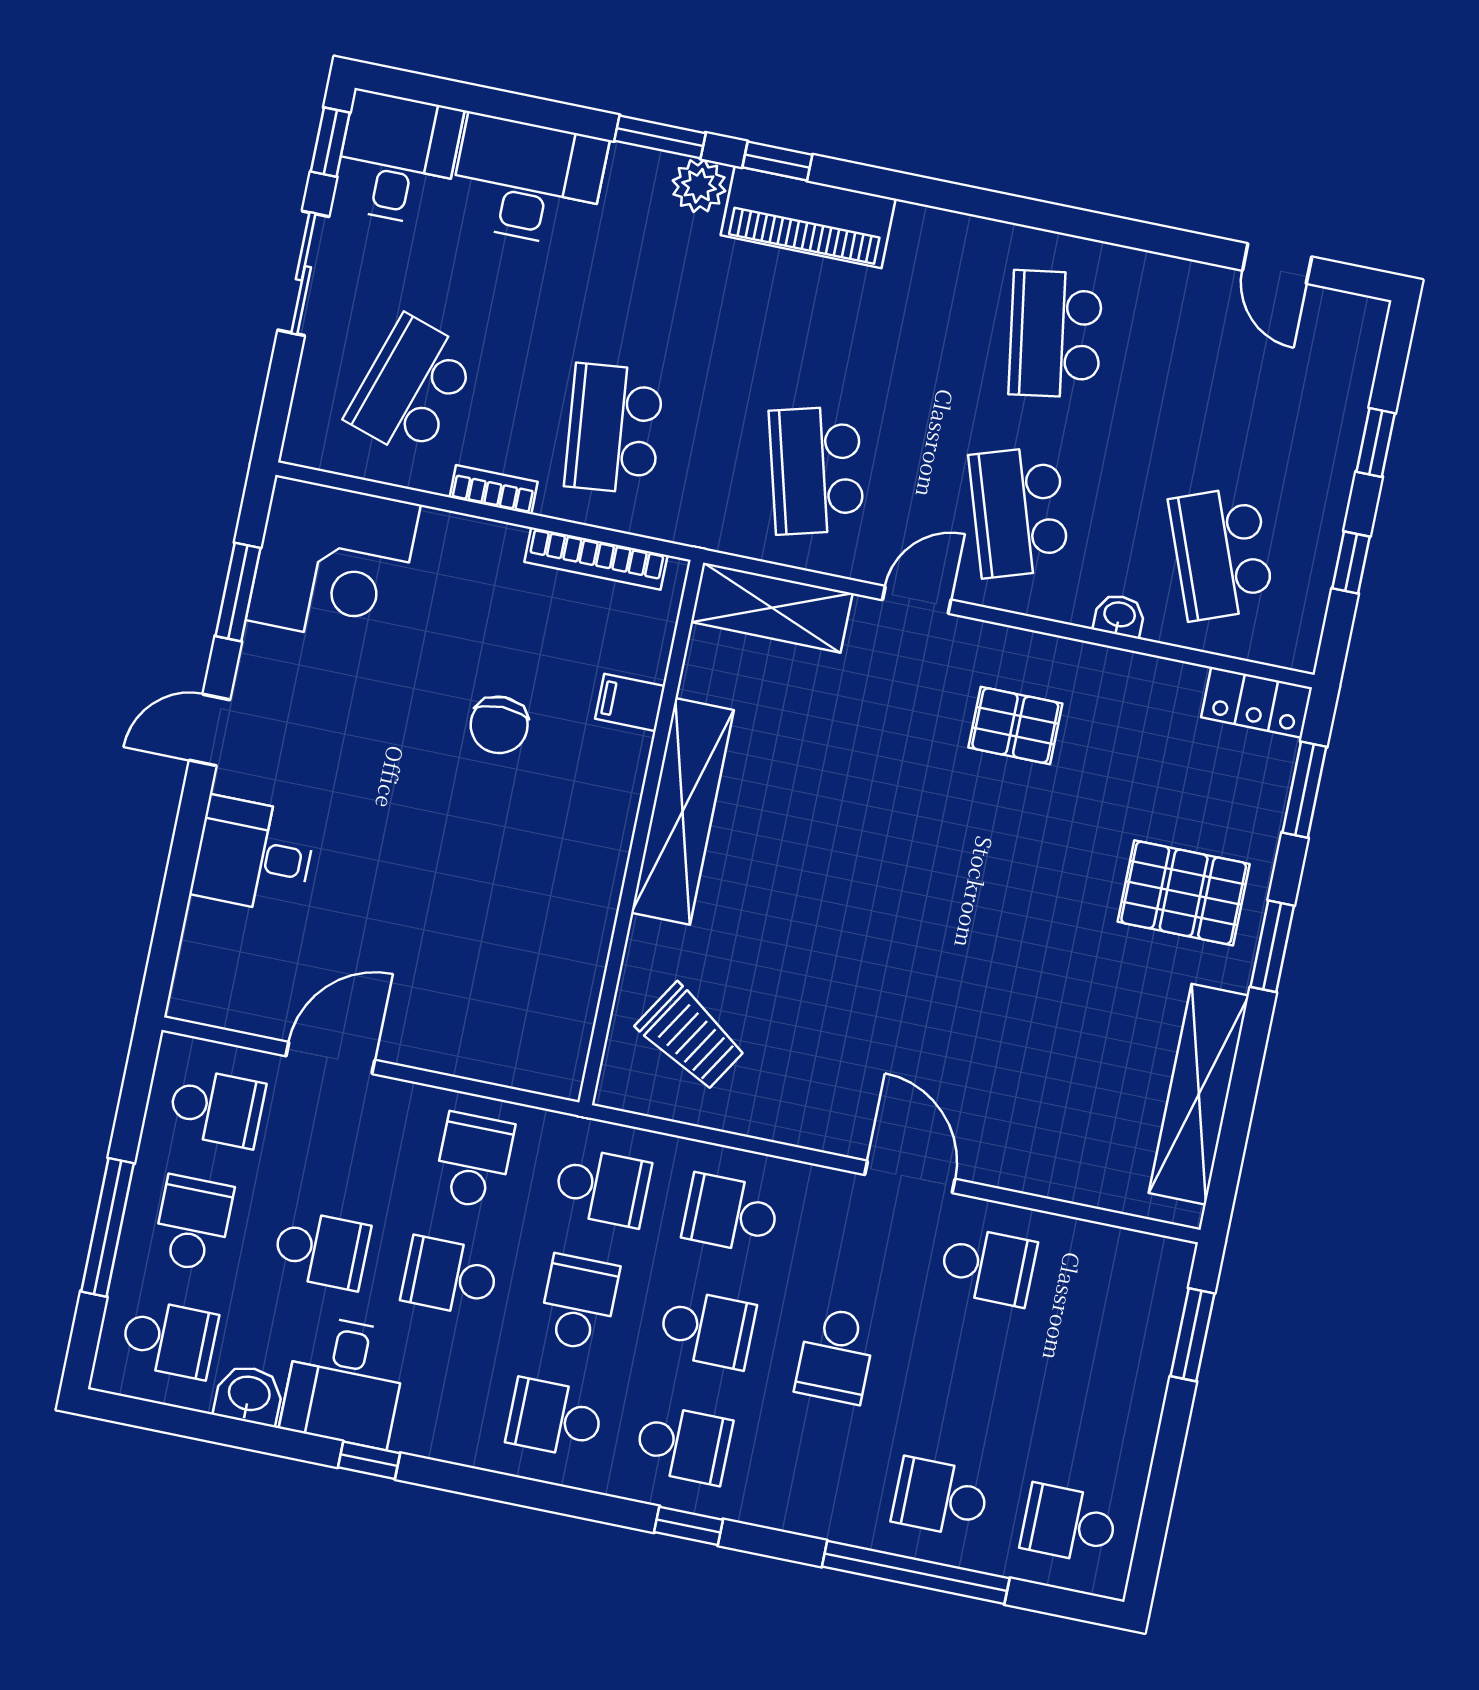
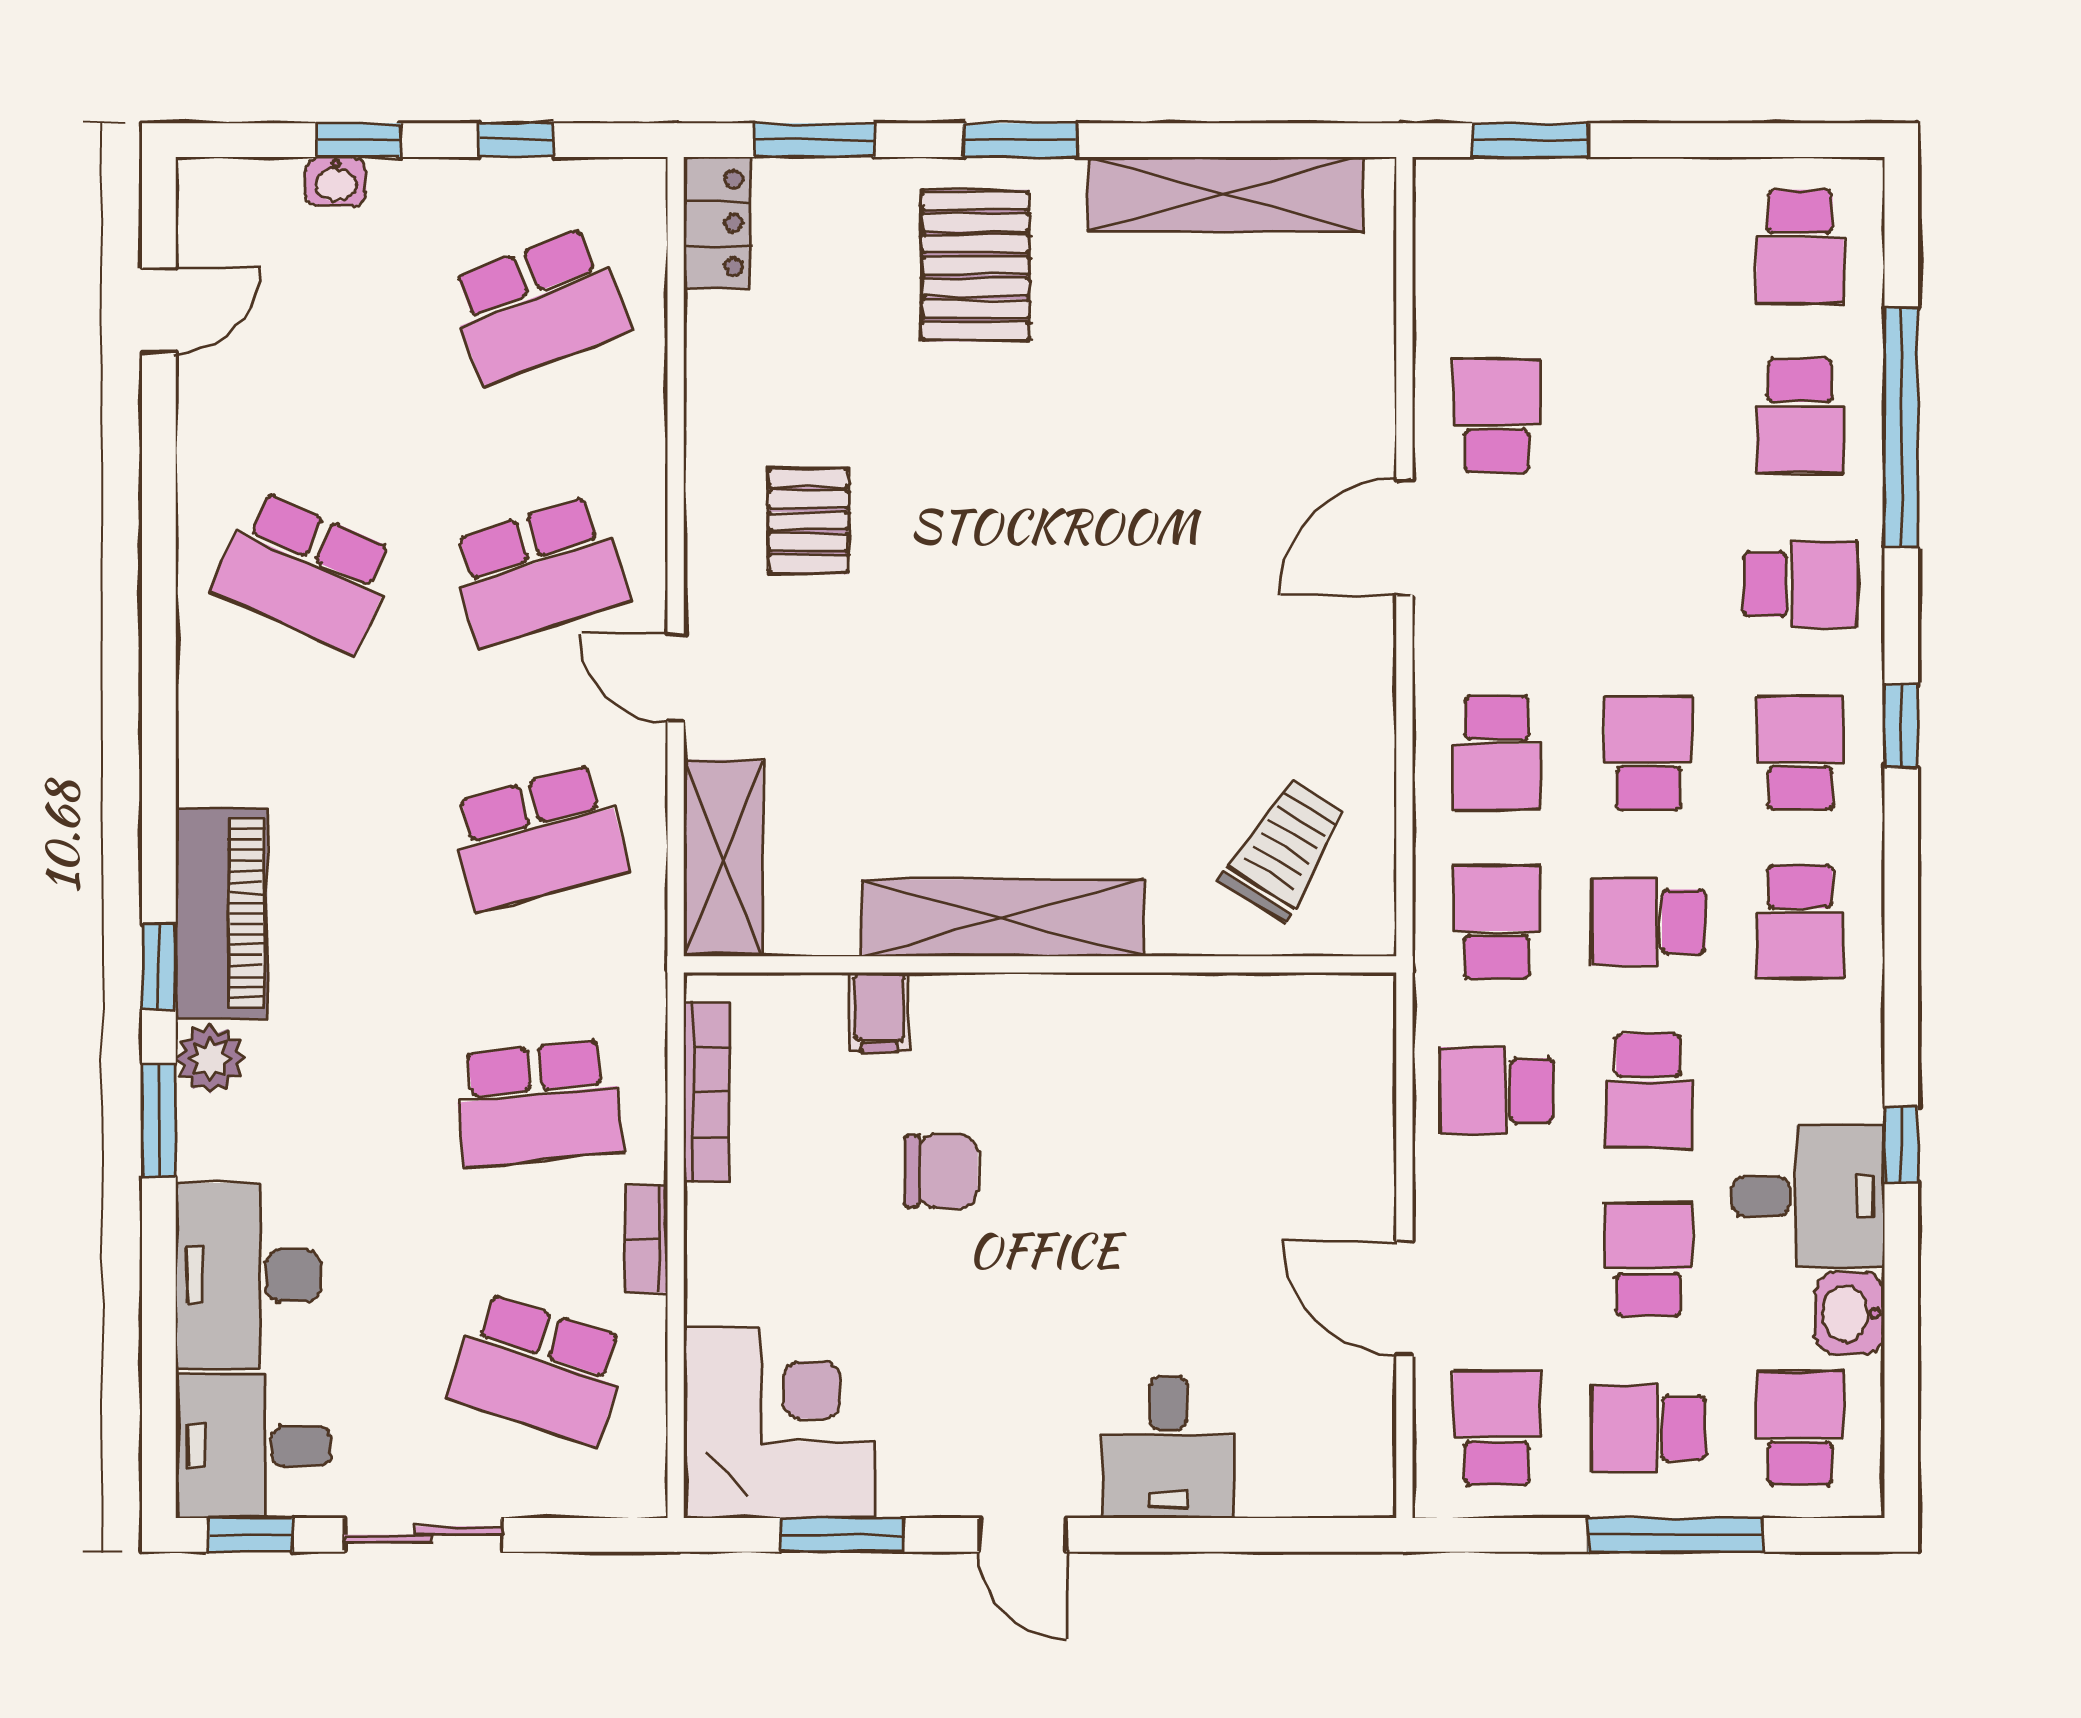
school desk: (1055, 334) -> (305, 572), turned 33
washbasin: (1119, 616) -> (336, 181), moved, turned -90
school desk: (836, 1355) -> (1800, 584), moved

